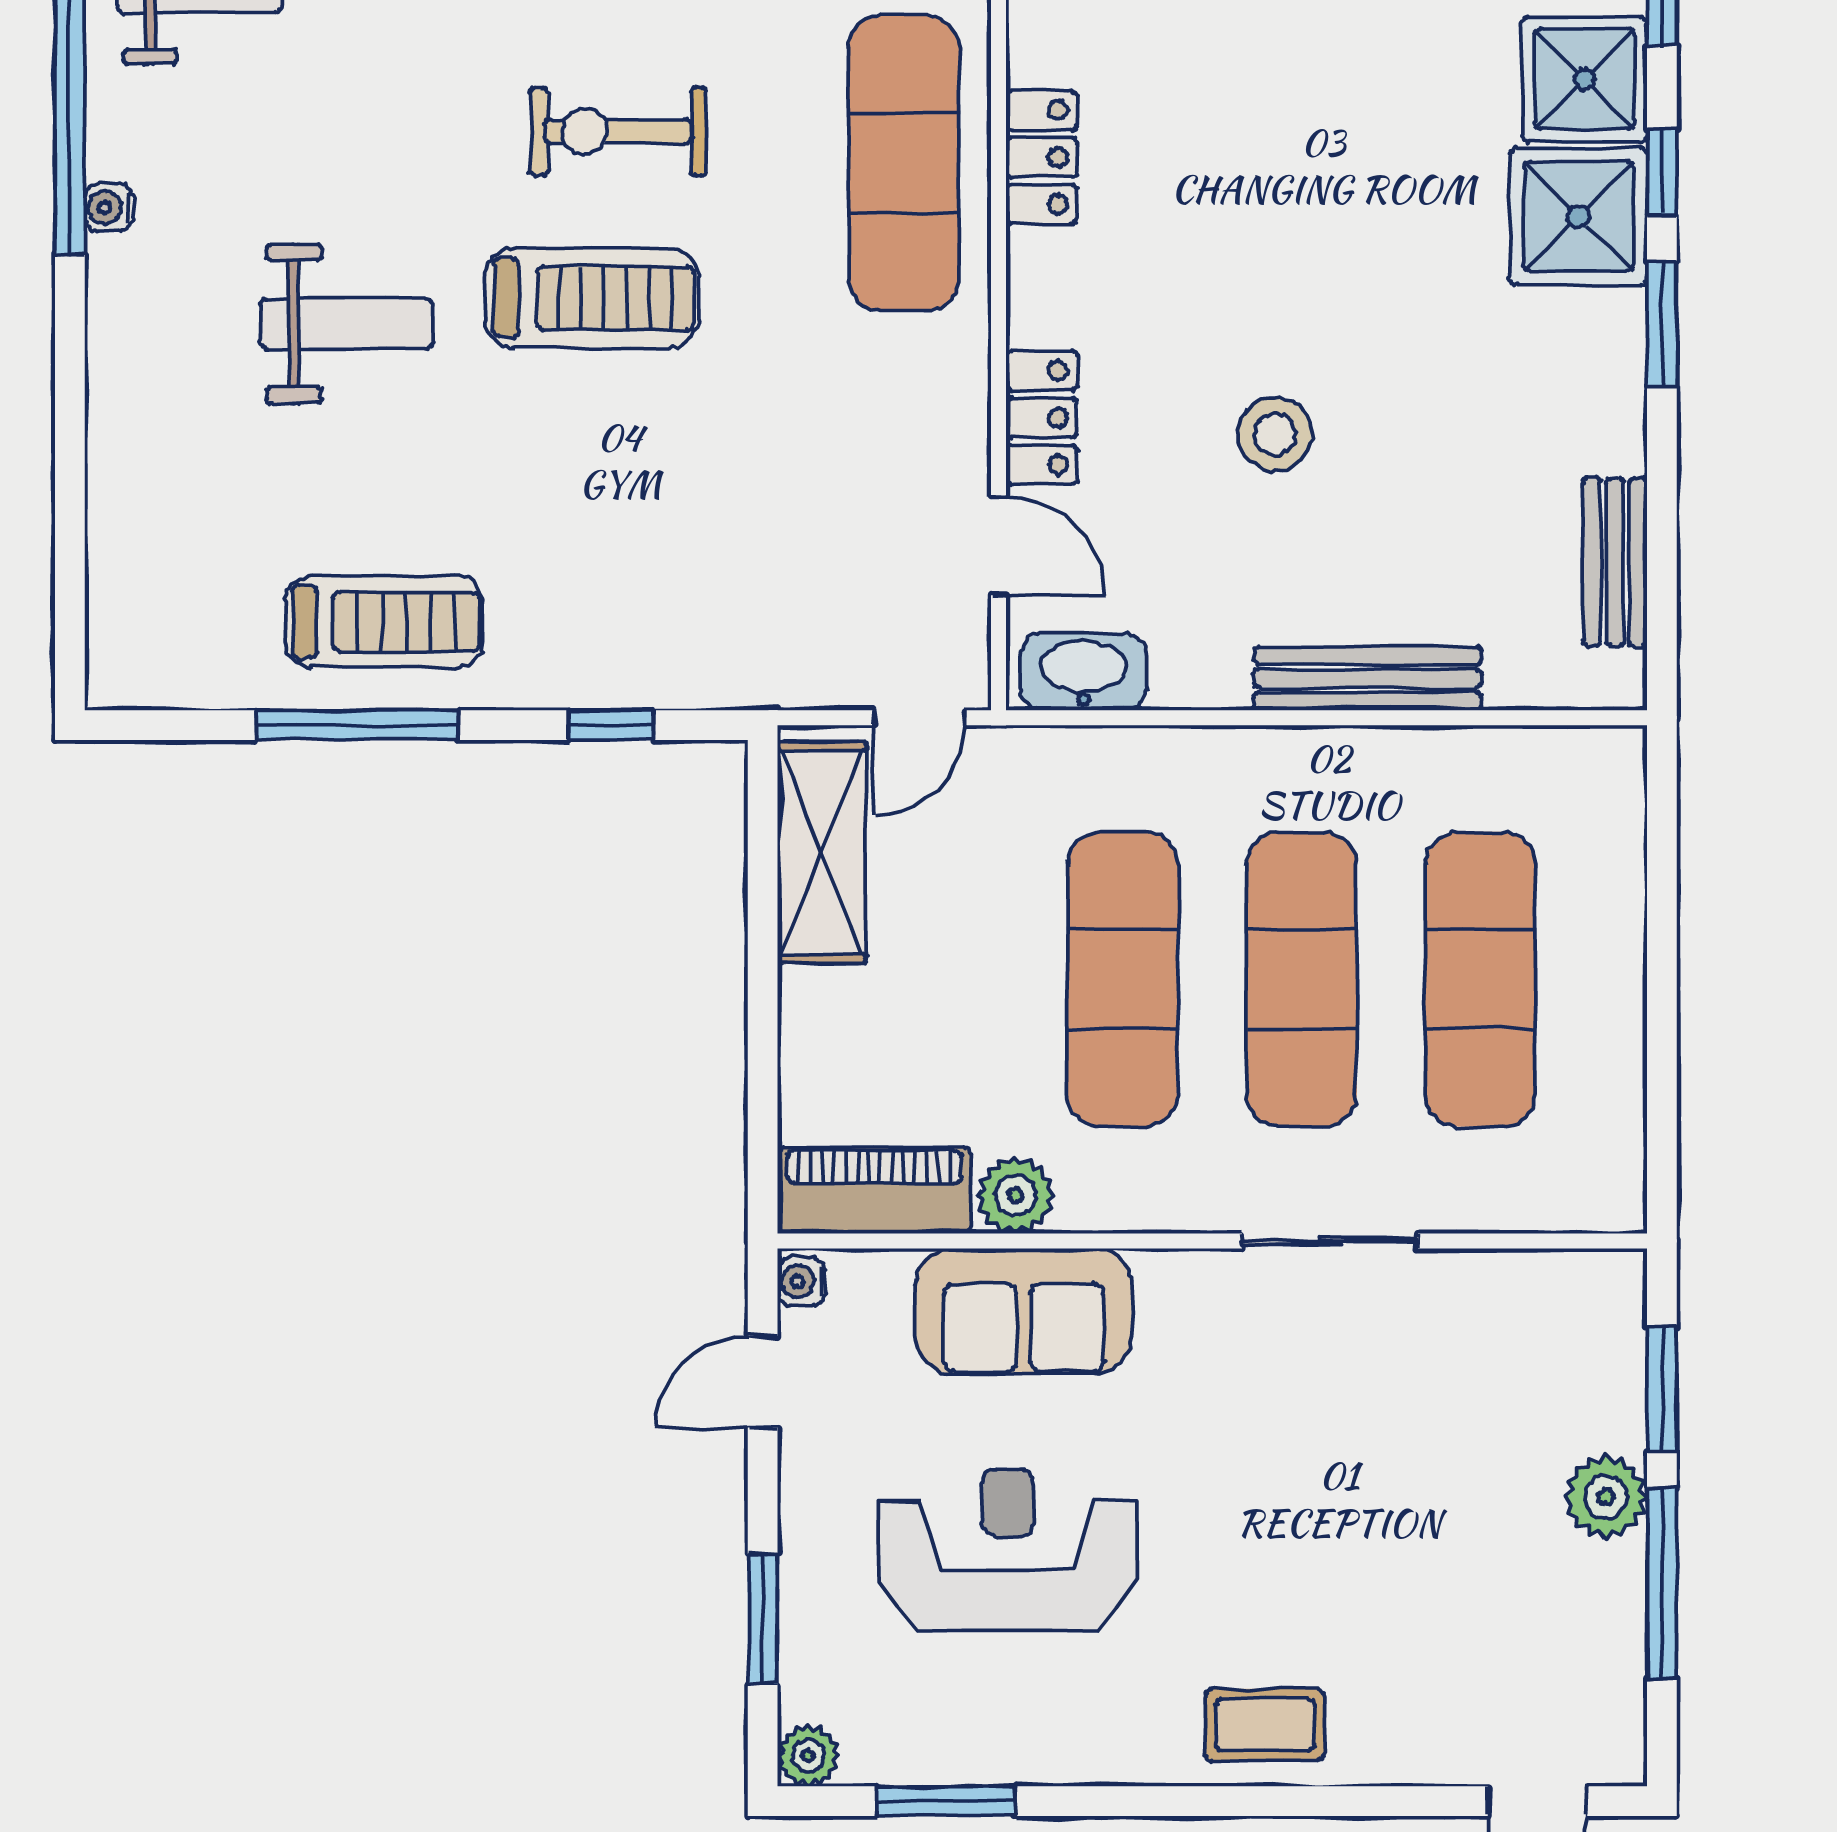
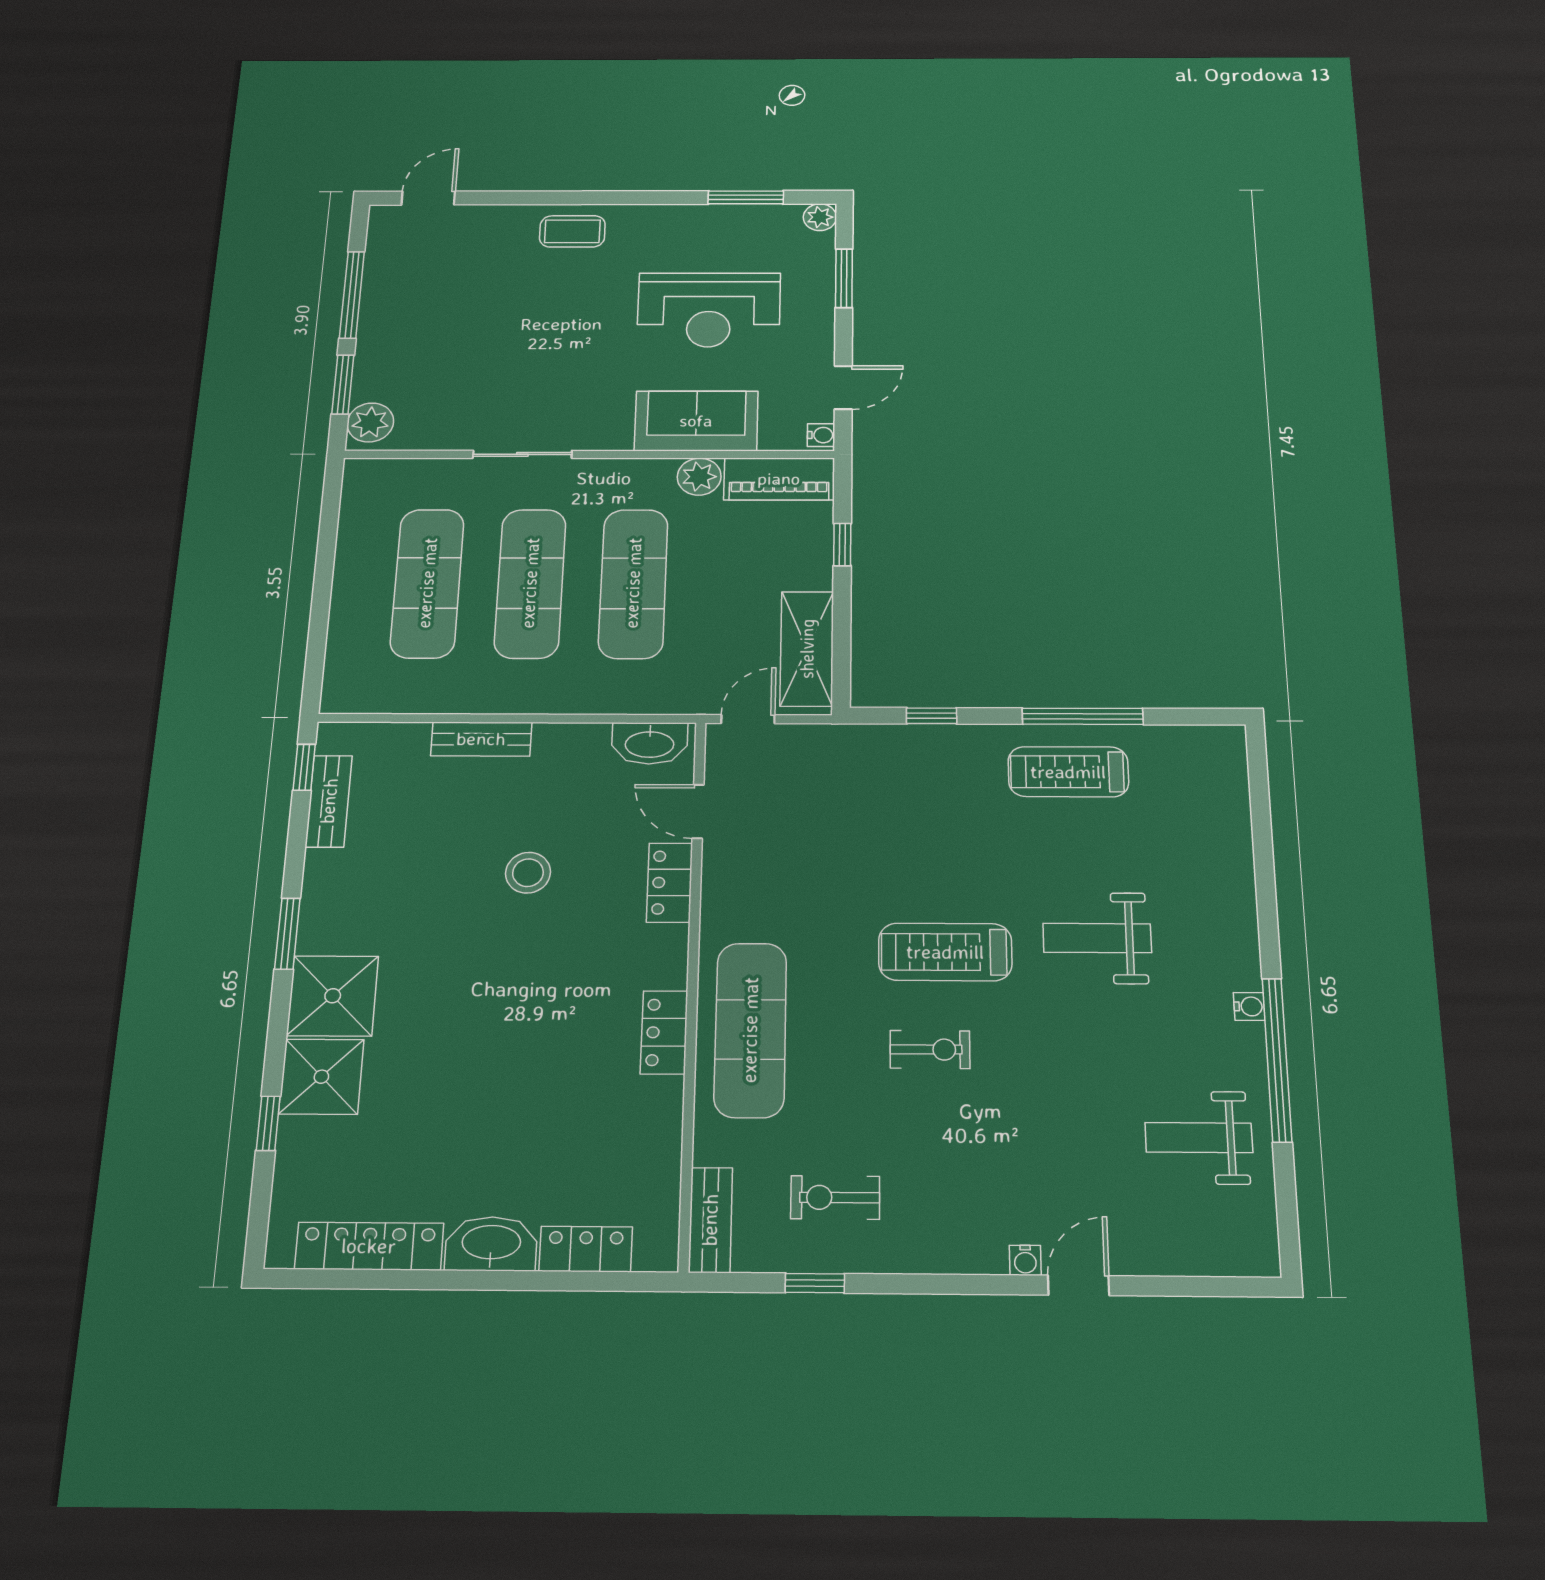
exercise bike: (618, 131) -> (930, 1049), width x0.73, depth x0.72
window: (1662, 172) -> (304, 767), moved
bench: (1367, 678) -> (481, 739), width x0.73
window: (763, 1058) -> (842, 544), added
plant: (1606, 1497) -> (370, 423), moved

